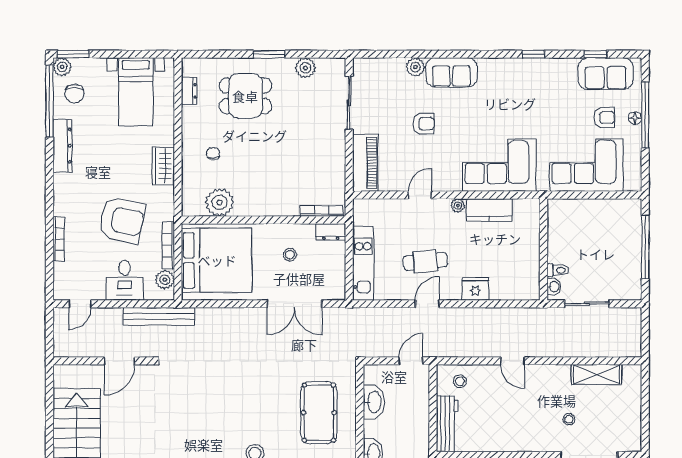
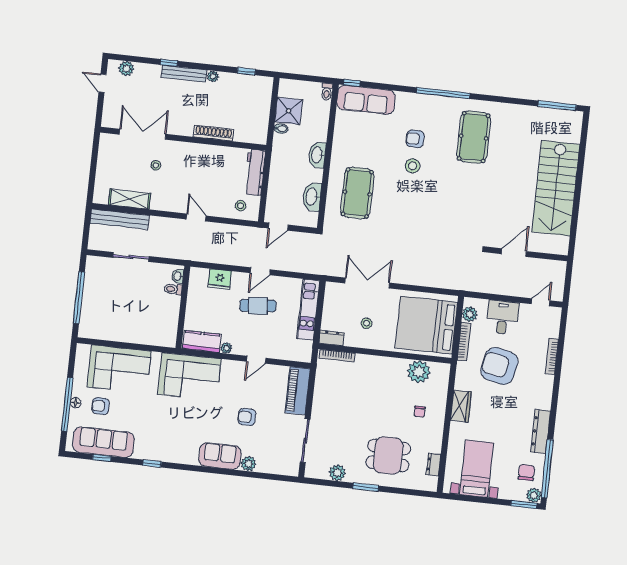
sofa: (606, 74) -> (103, 442), width x1.36
wall: (544, 249) -> (183, 307), moved
toilet: (558, 270) -> (173, 289), moved
washbasin: (554, 287) -> (178, 276), moved
bench: (159, 316) -> (120, 219), moved

